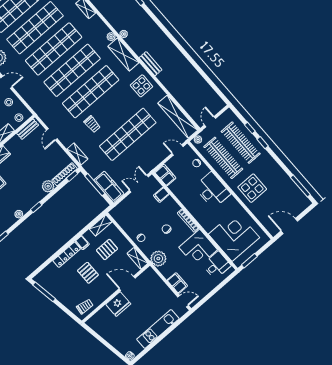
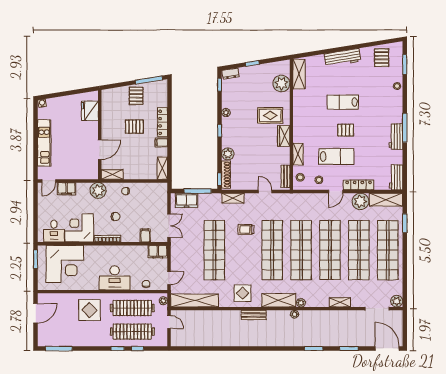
freezer: (109, 187) -> (187, 200), width x0.71
pallet: (107, 249) -> (136, 96), moved
fridge: (118, 304) -> (90, 111), moved
trolley: (85, 306) -> (110, 102), removed

